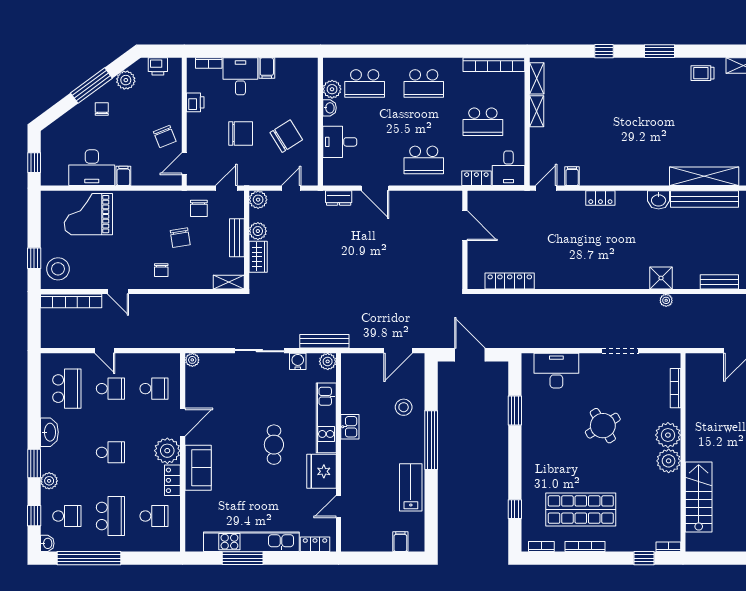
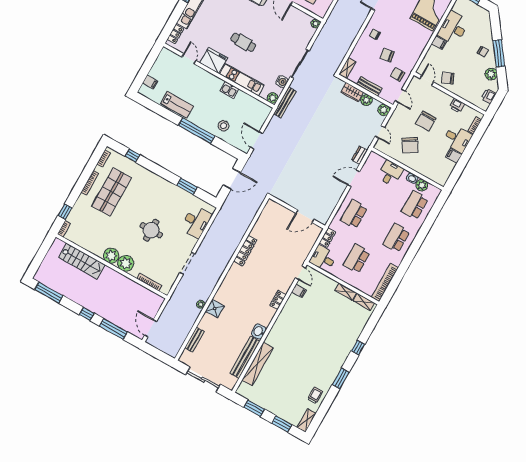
locker: (510, 281) -> (245, 251), moved
round table: (603, 426) -> (151, 230), turned 31

